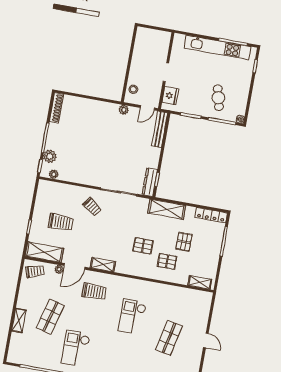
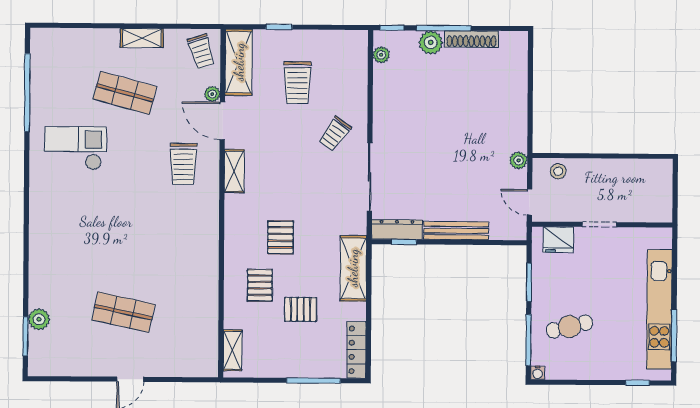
shoe rack: (56, 108) -> (471, 39), moved
bench: (160, 129) -> (456, 231), moved
plant: (50, 156) -> (431, 42), moved
checkout: (132, 317) -> (150, 240), removed
shelving: (19, 321) -> (142, 38), moved

